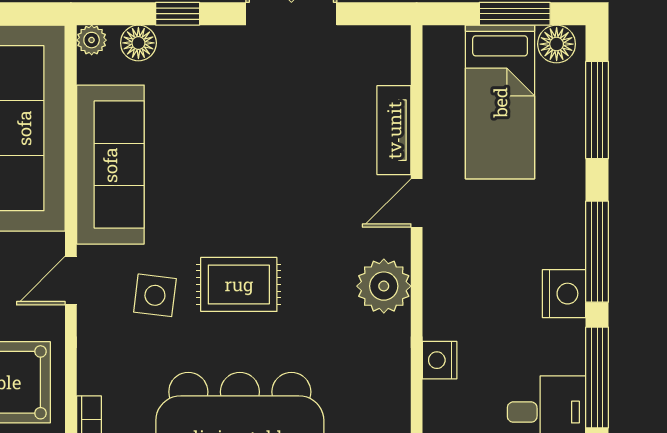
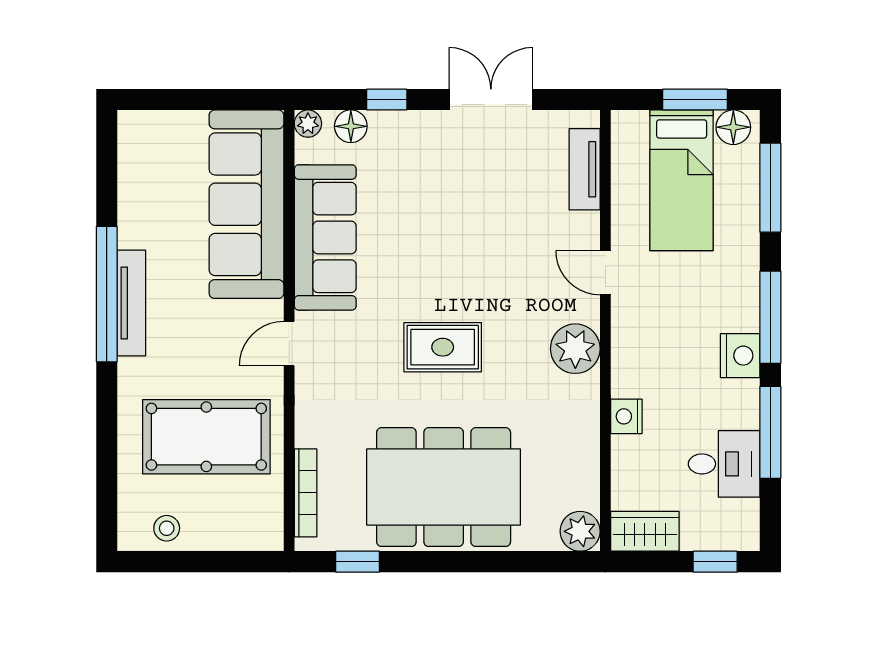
tv unit: (394, 130) -> (585, 169), moved
door: (417, 203) -> (605, 273), hinge flipped
side table: (155, 295) -> (366, 357), removed

